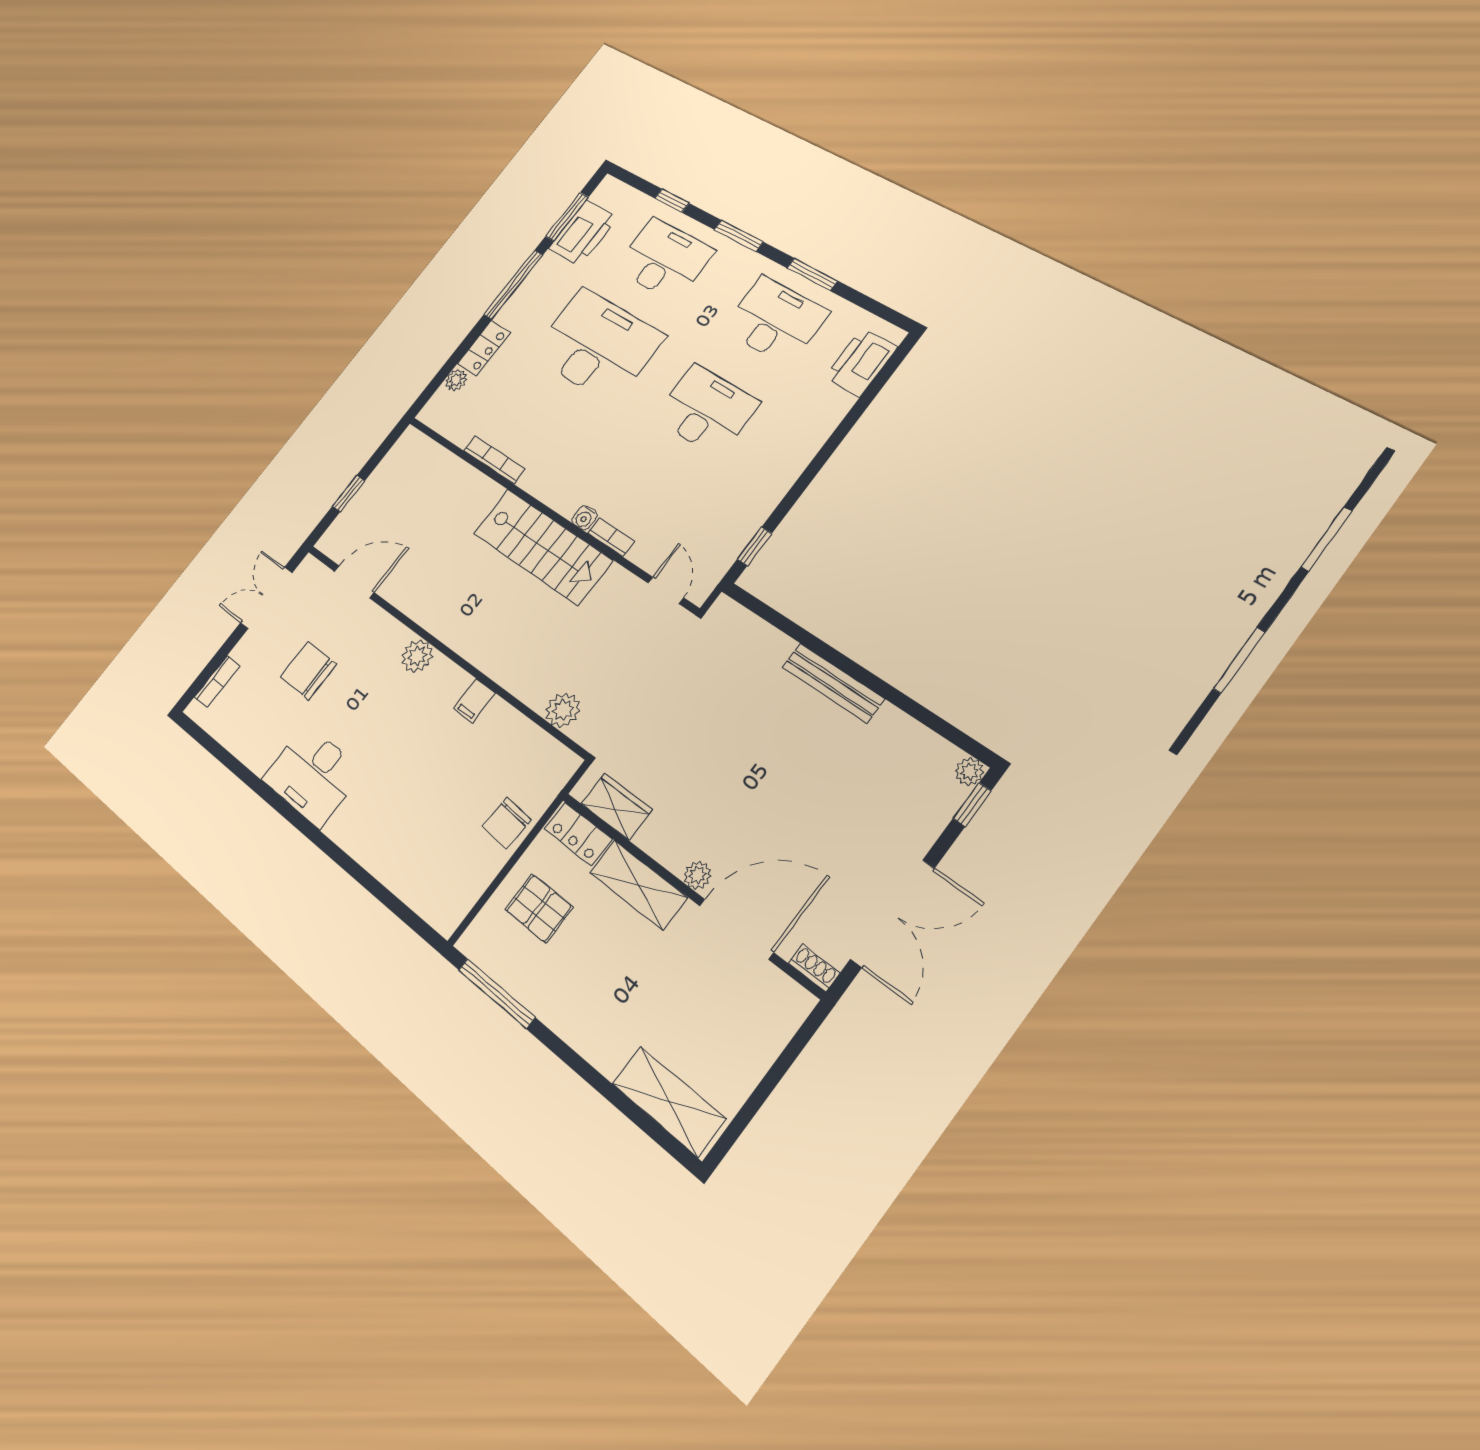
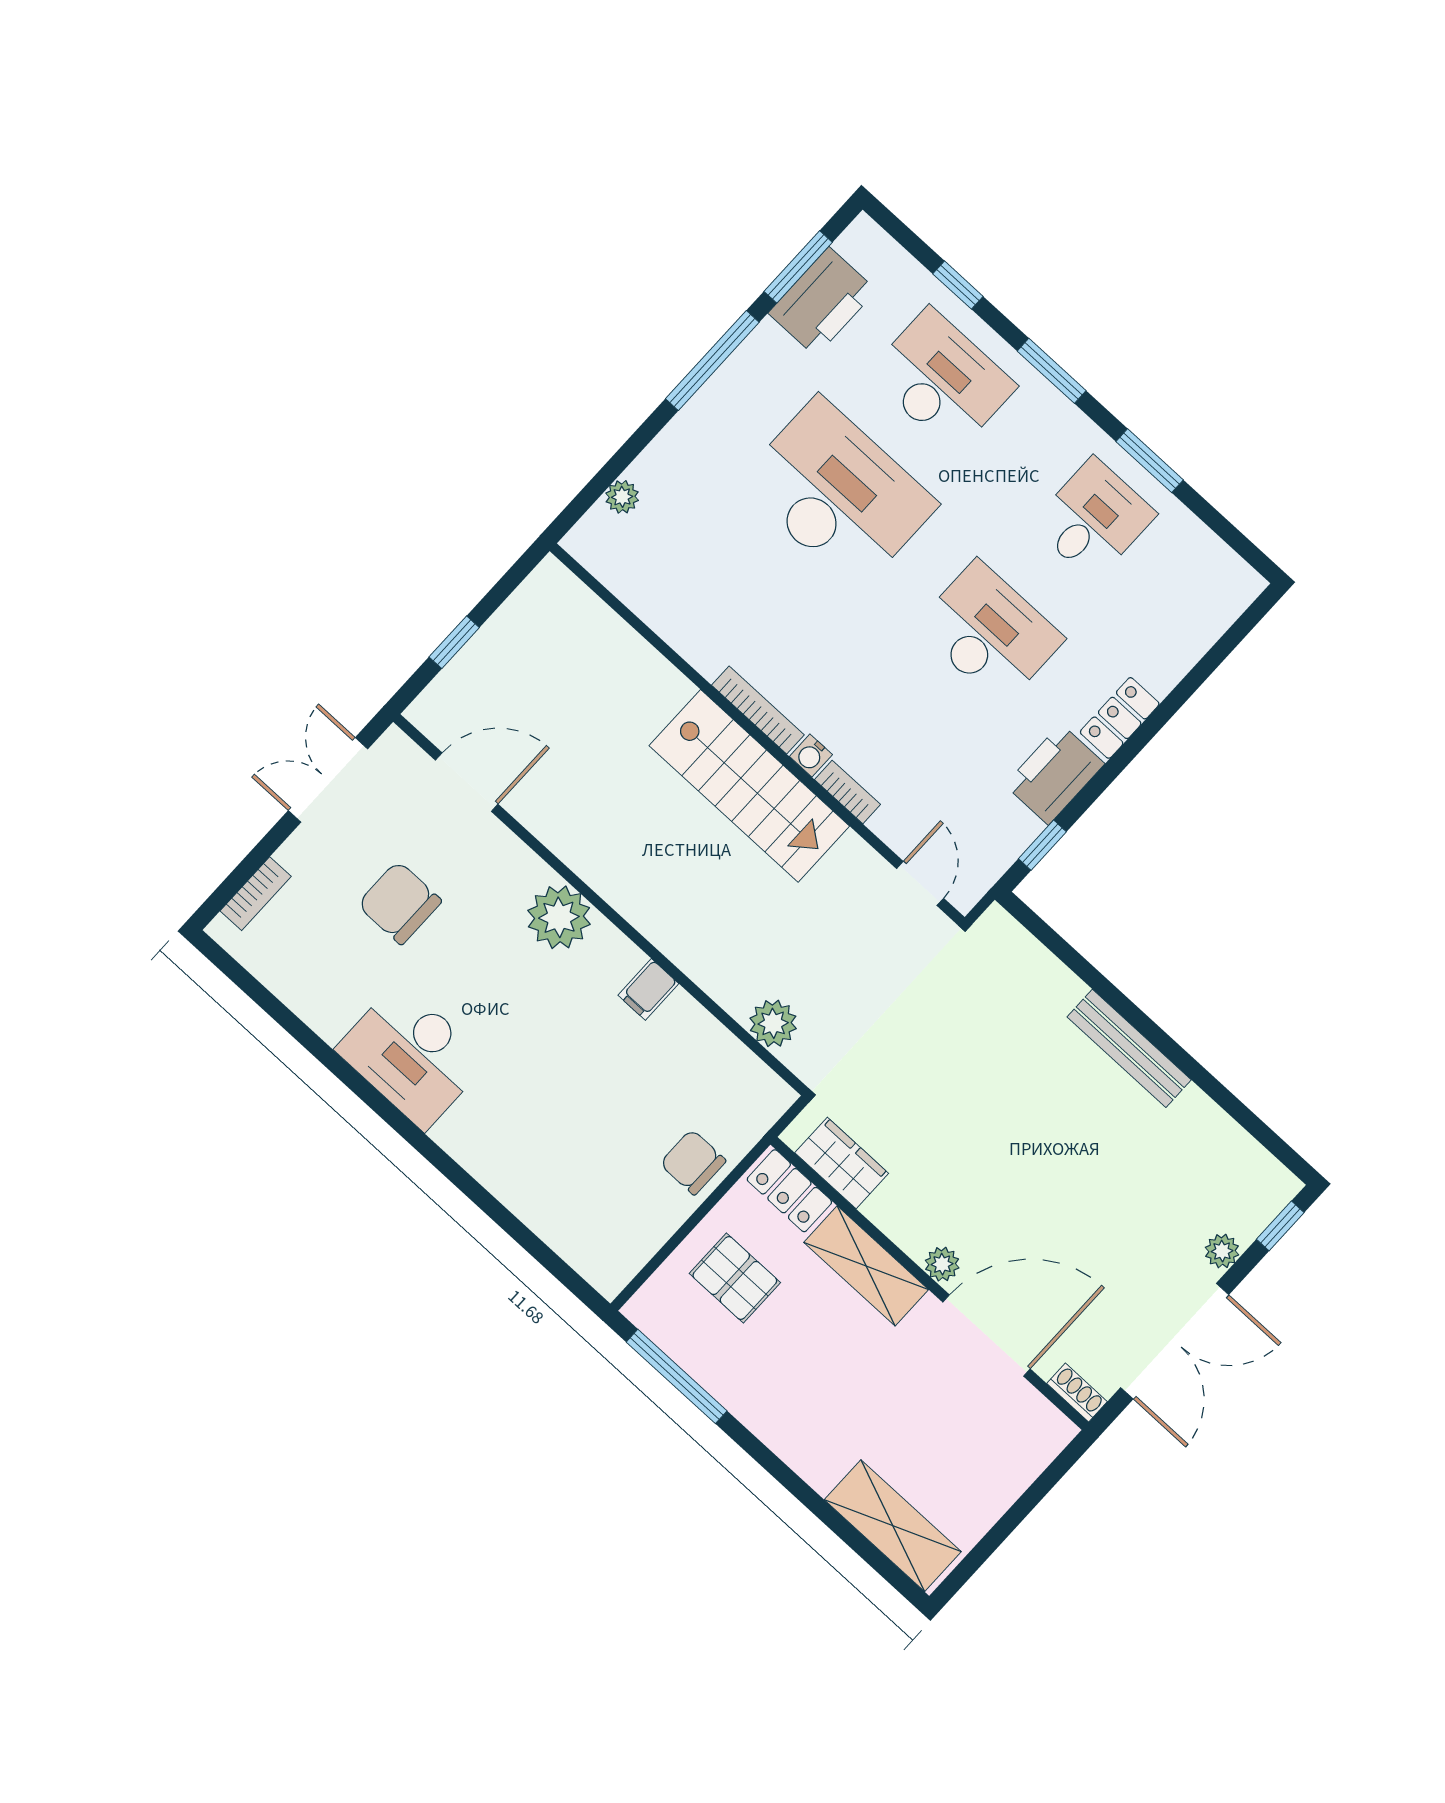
desk: (775, 321) -> (1094, 519), width x0.73
locker: (484, 348) -> (1120, 718), moved, turned 180
printer: (861, 362) -> (1055, 774), moved
bookcase: (494, 460) -> (758, 710), moved
plant: (417, 656) -> (559, 917), width x1.36, depth x1.36
plant: (969, 772) -> (1222, 1251), moved
chair: (507, 823) -> (693, 1162), turned 86

